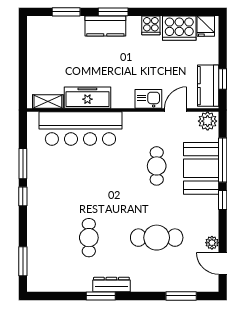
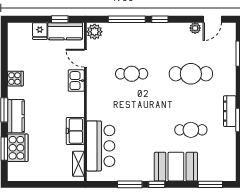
fridge: (206, 26) -> (40, 31), moved, turned 90
cooker: (179, 28) -> (18, 148), moved
freezer: (87, 98) -> (75, 131), width x0.71
bar counter: (80, 129) -> (101, 146), width x0.73
booth: (201, 168) -> (176, 167), moved
cafe table: (157, 238) -> (191, 74), turned 90

